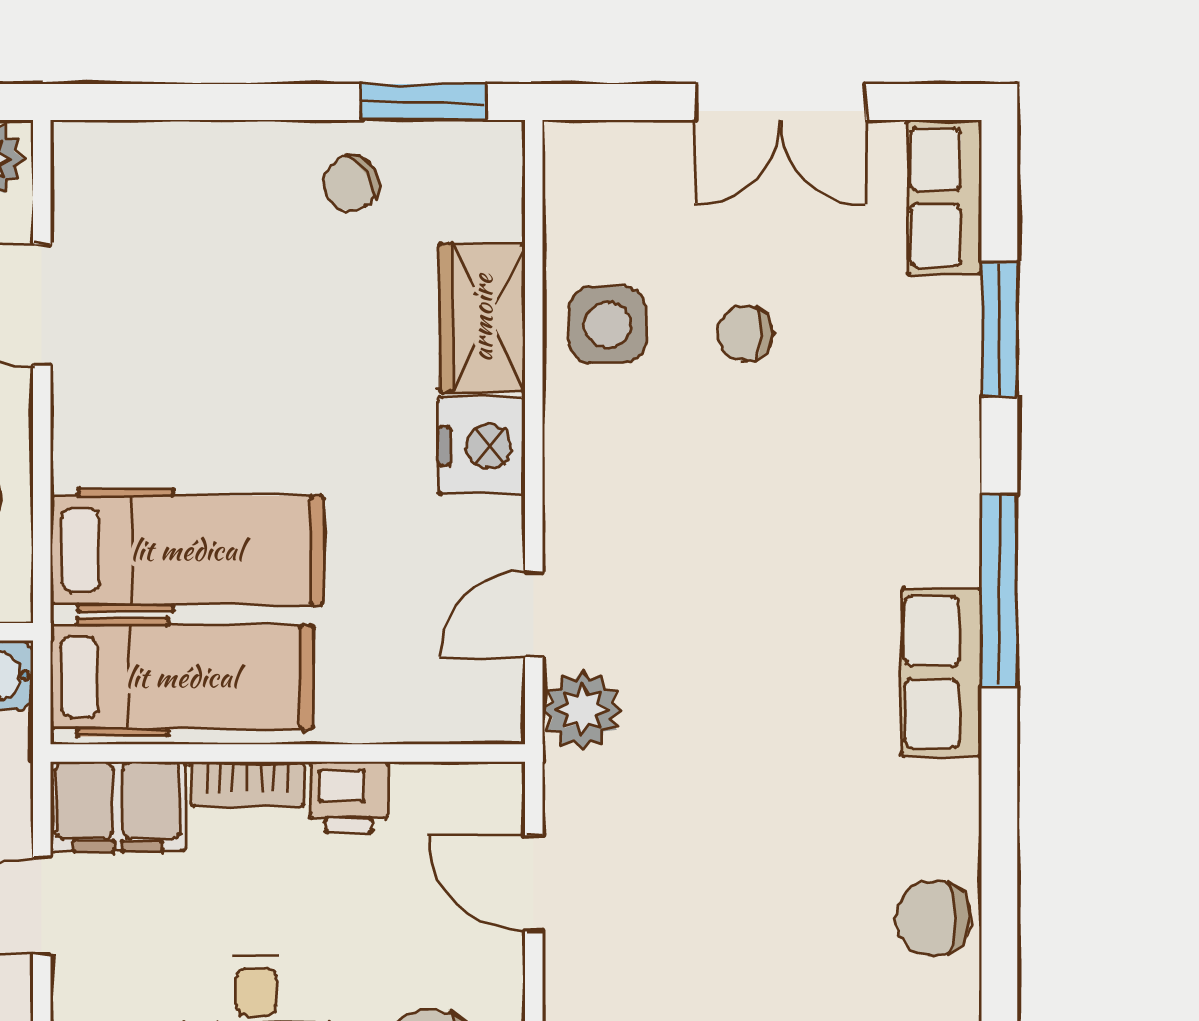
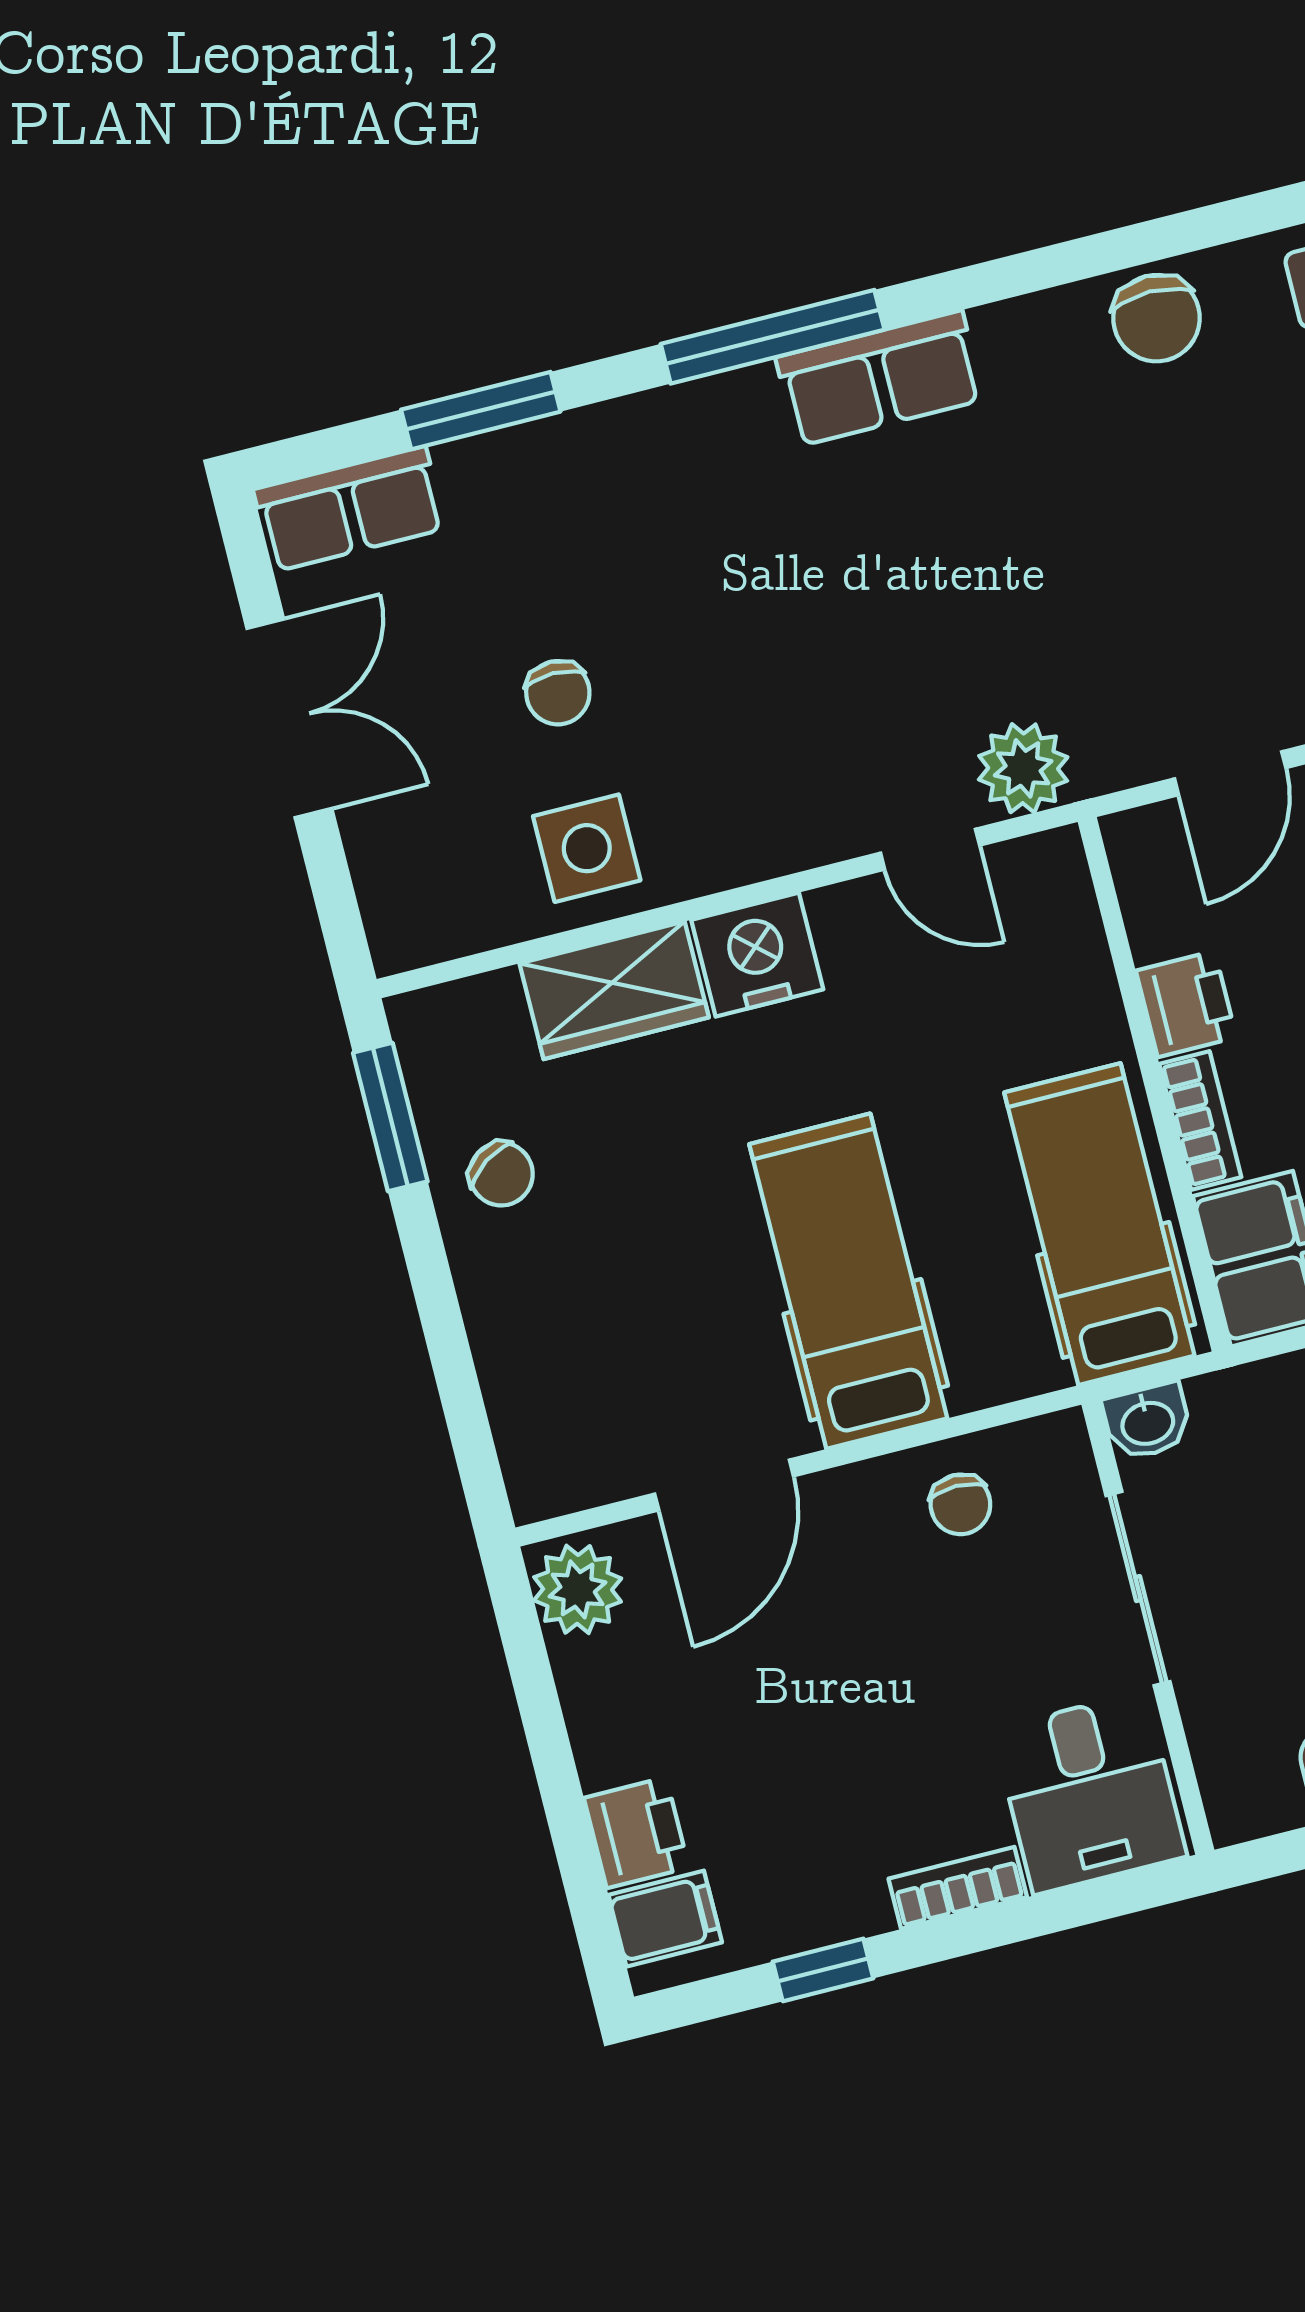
hospital bed: (187, 550) -> (848, 1281), moved

